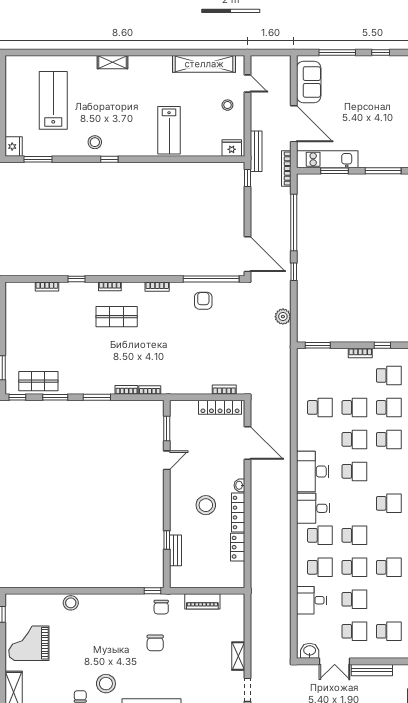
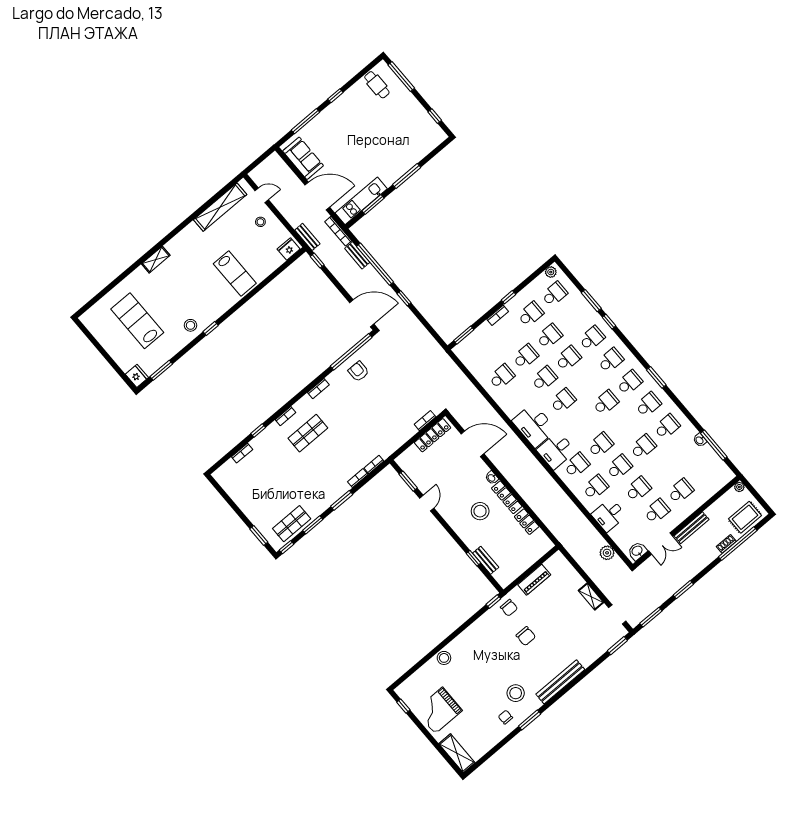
bench: (256, 151) -> (307, 237), width x0.73
bench: (285, 202) -> (357, 255), added
plant: (283, 317) -> (607, 553), moved

